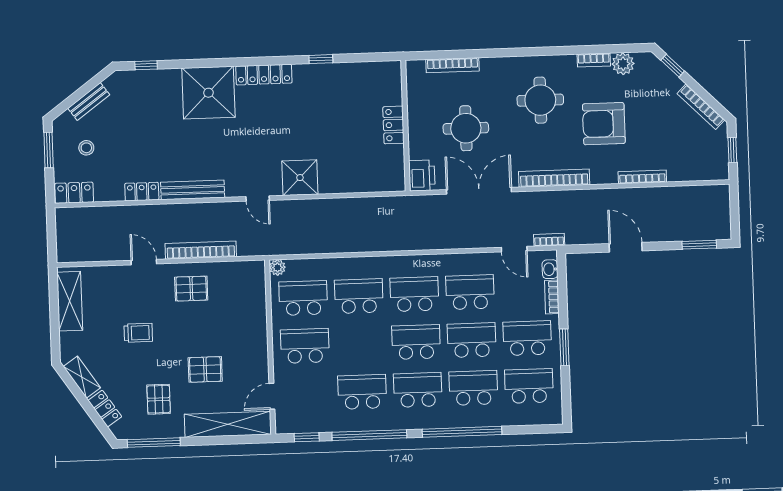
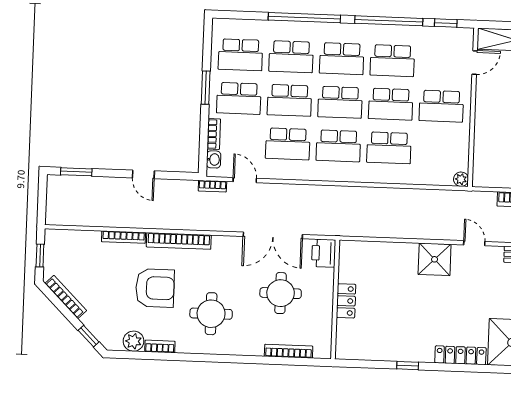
bookcase: (554, 178) -> (179, 241), moved
door: (626, 247) -> (143, 174), width x0.73
school desk: (303, 298) -> (391, 104), moved

